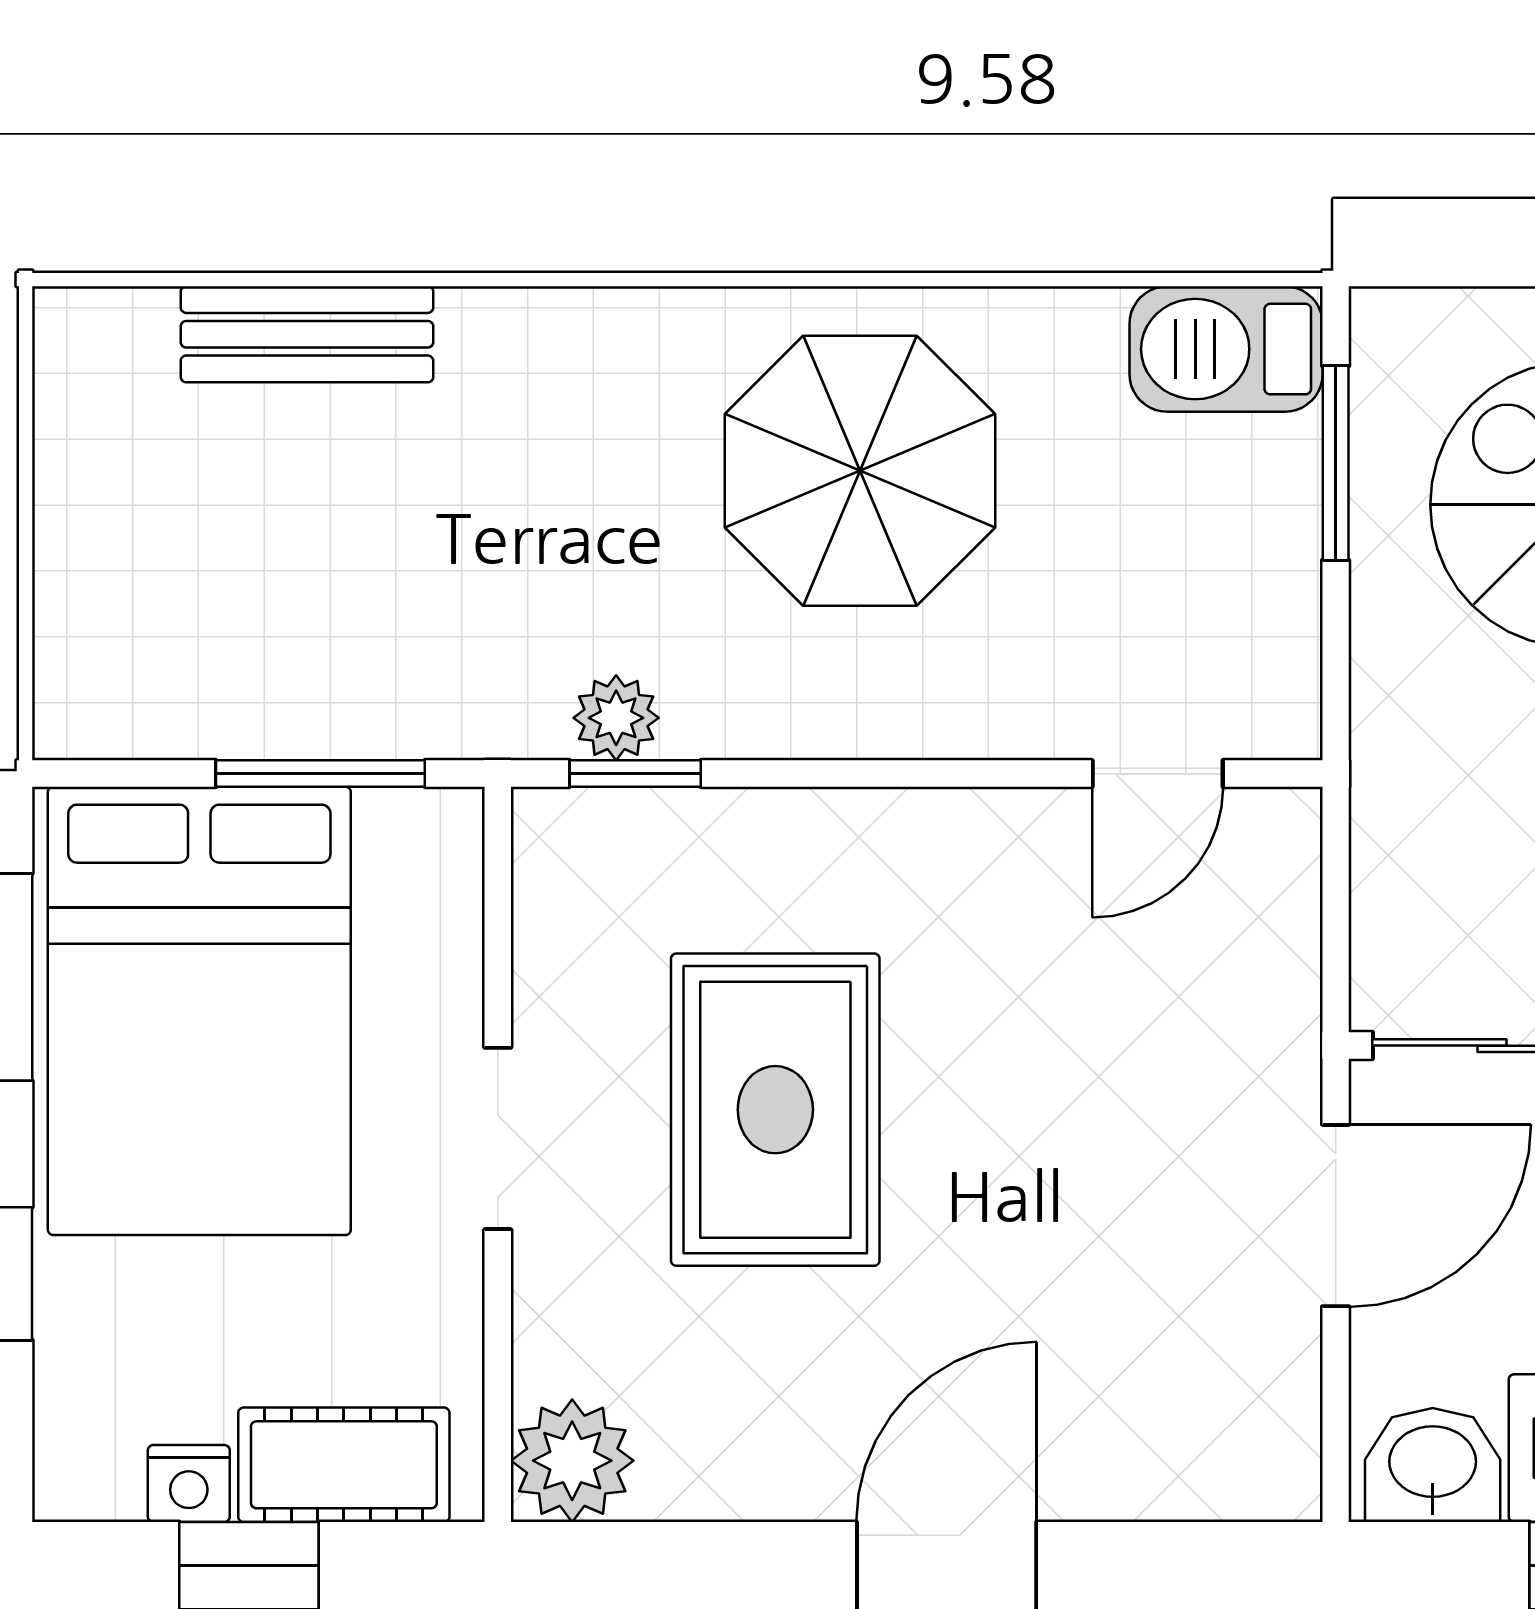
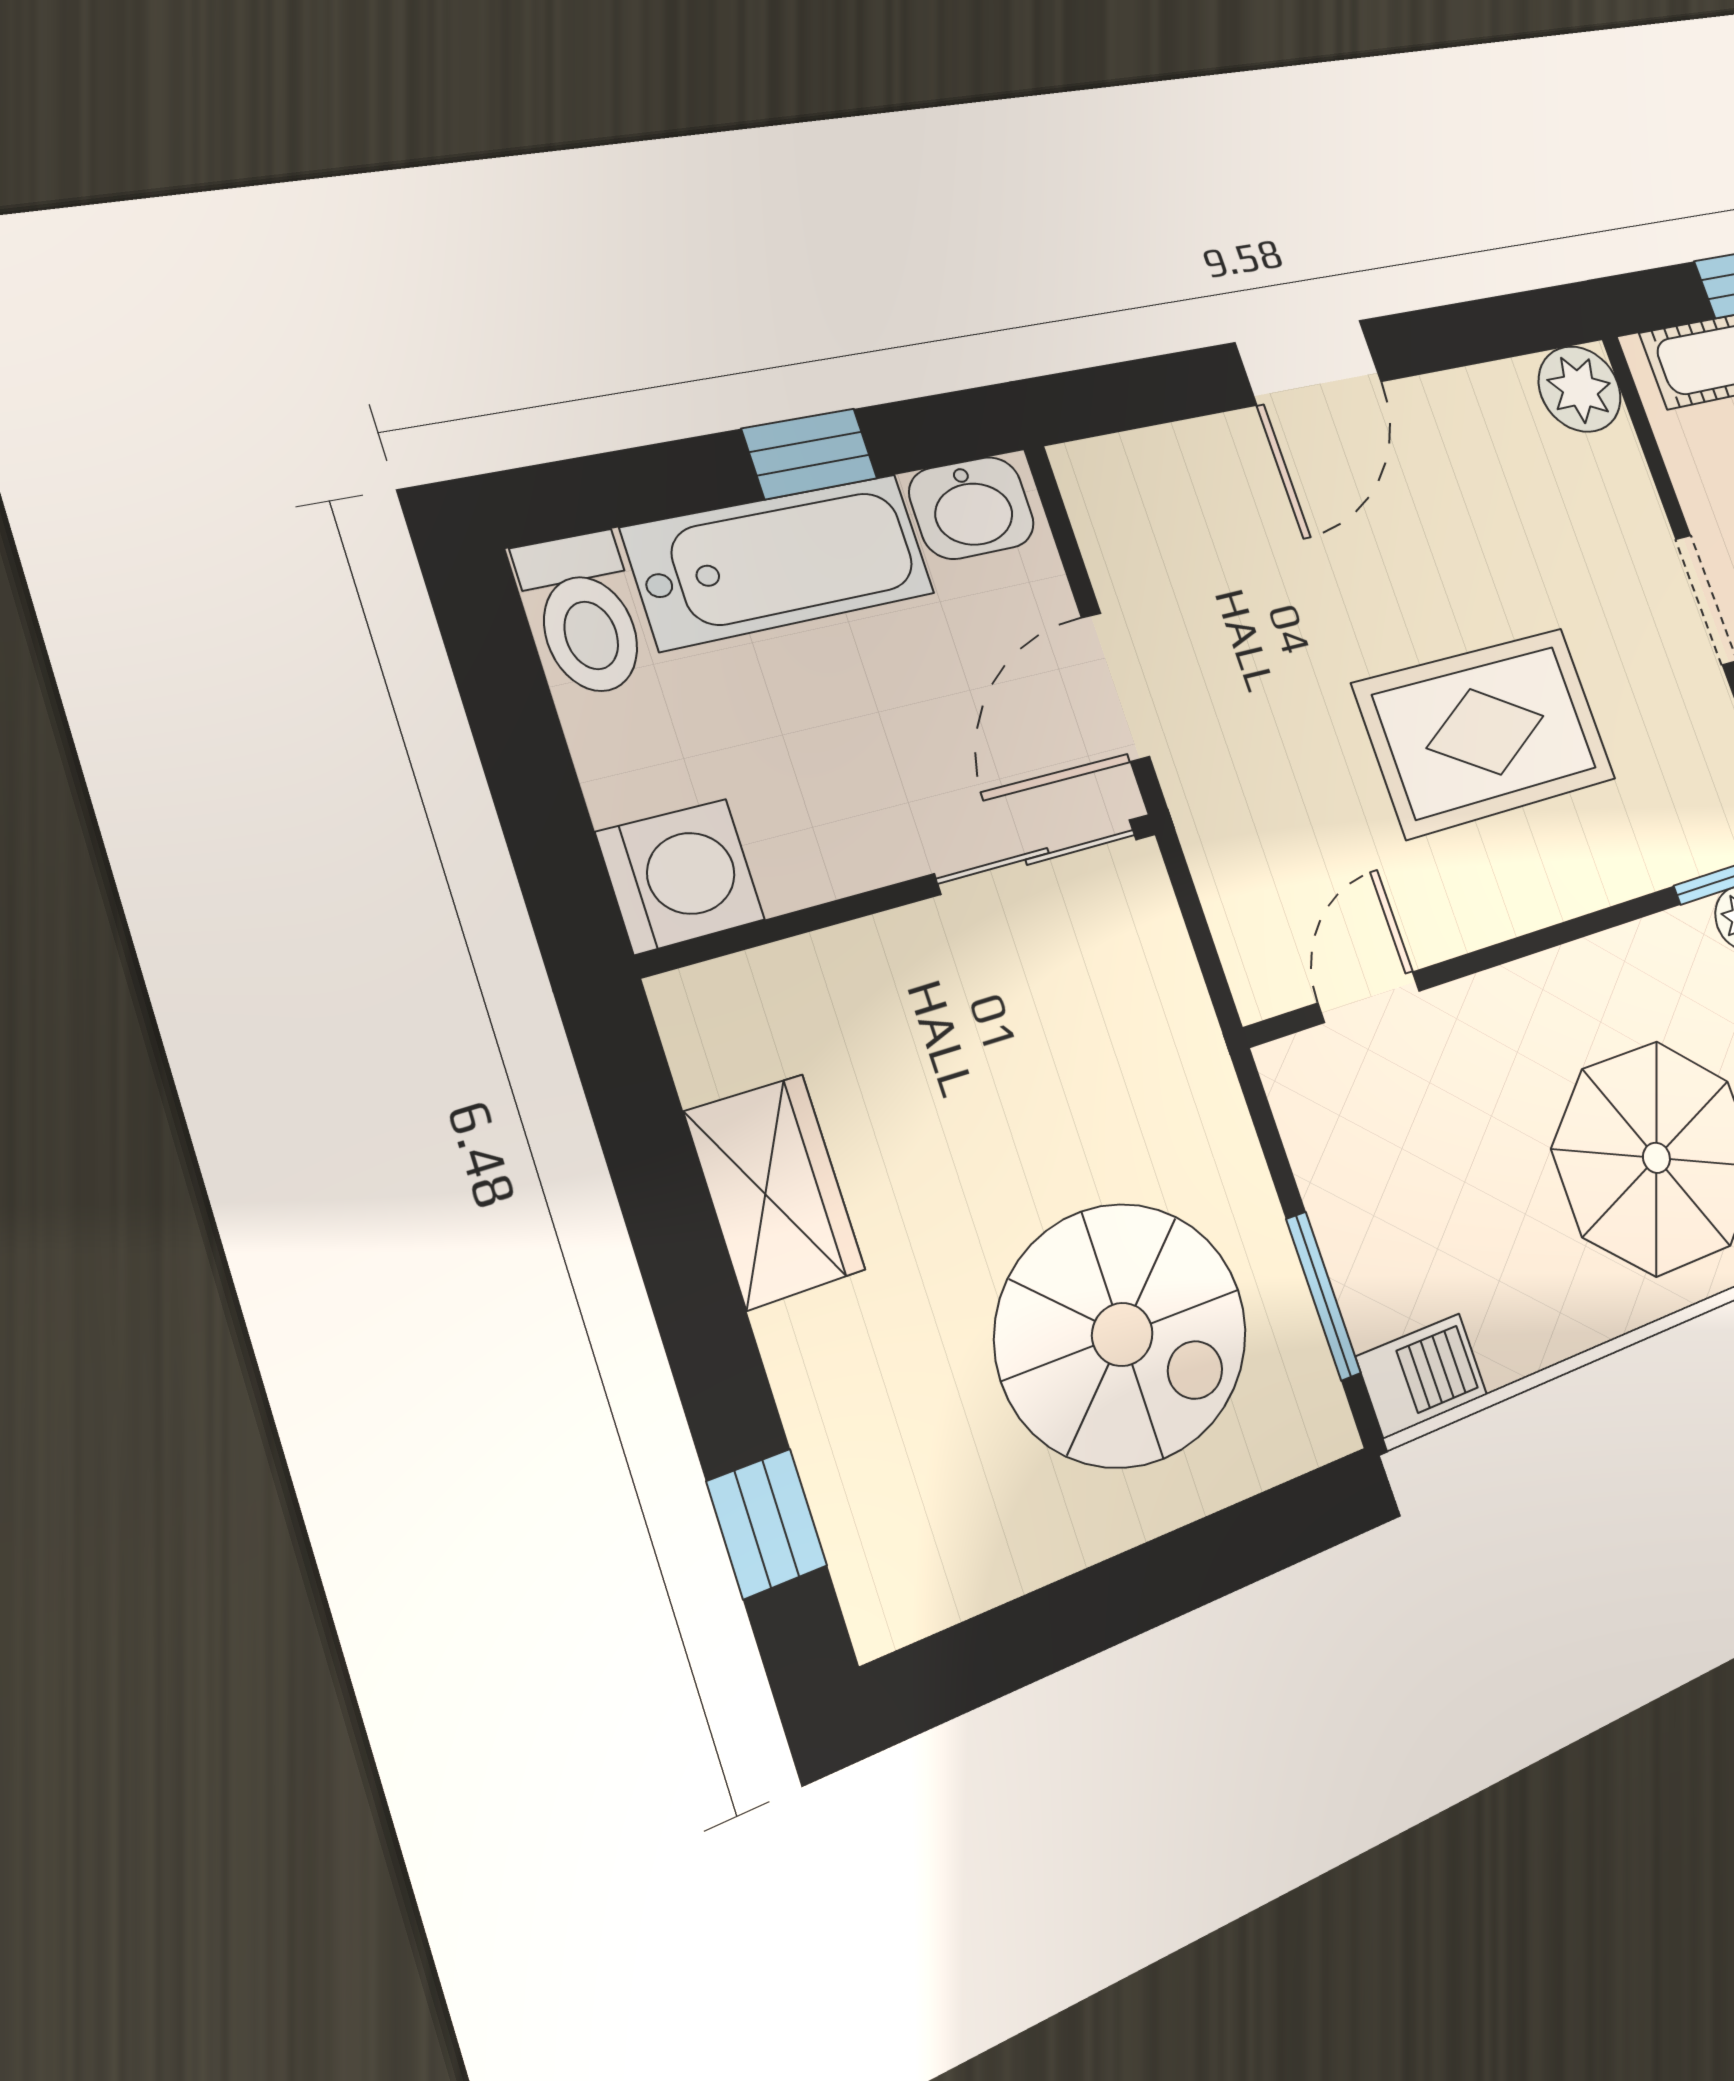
barbecue: (1226, 349) -> (1422, 1376), width x0.73, depth x0.79
rug: (775, 1110) -> (1486, 732), moved, turned 90

